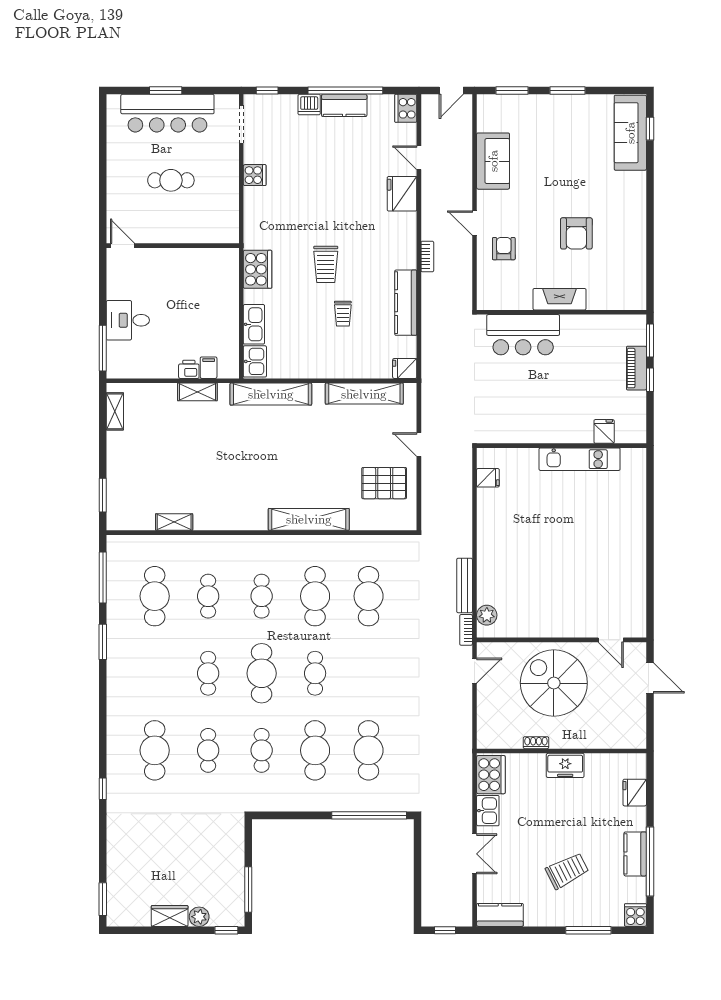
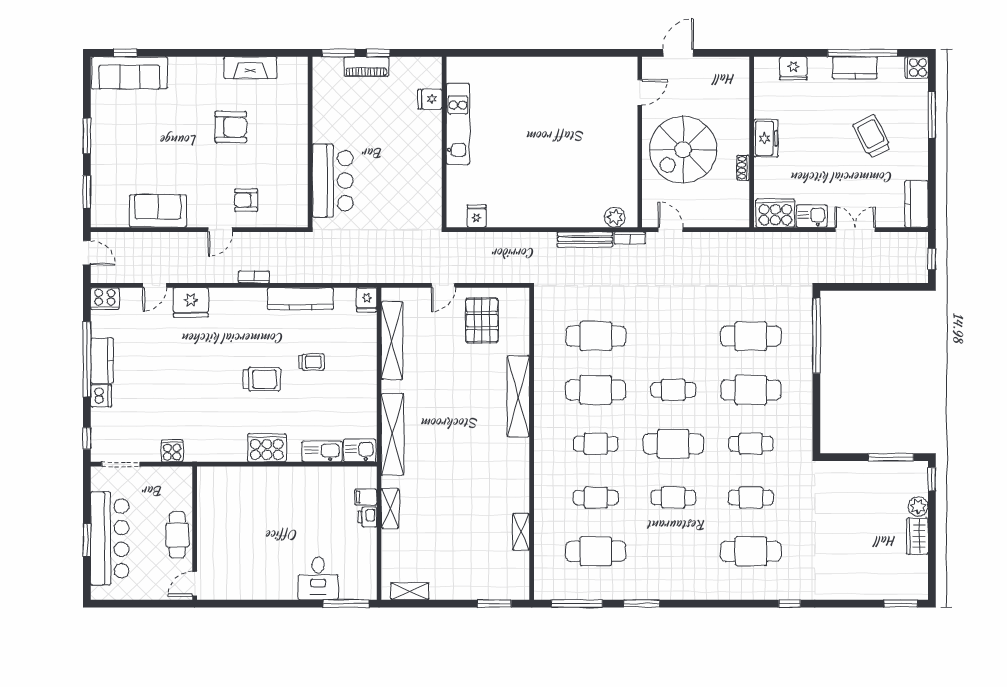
door: (122, 246) -> (195, 584), moved
wall: (173, 246) -> (195, 533), moved
fireplace: (559, 299) -> (250, 68), moved, turned -90

